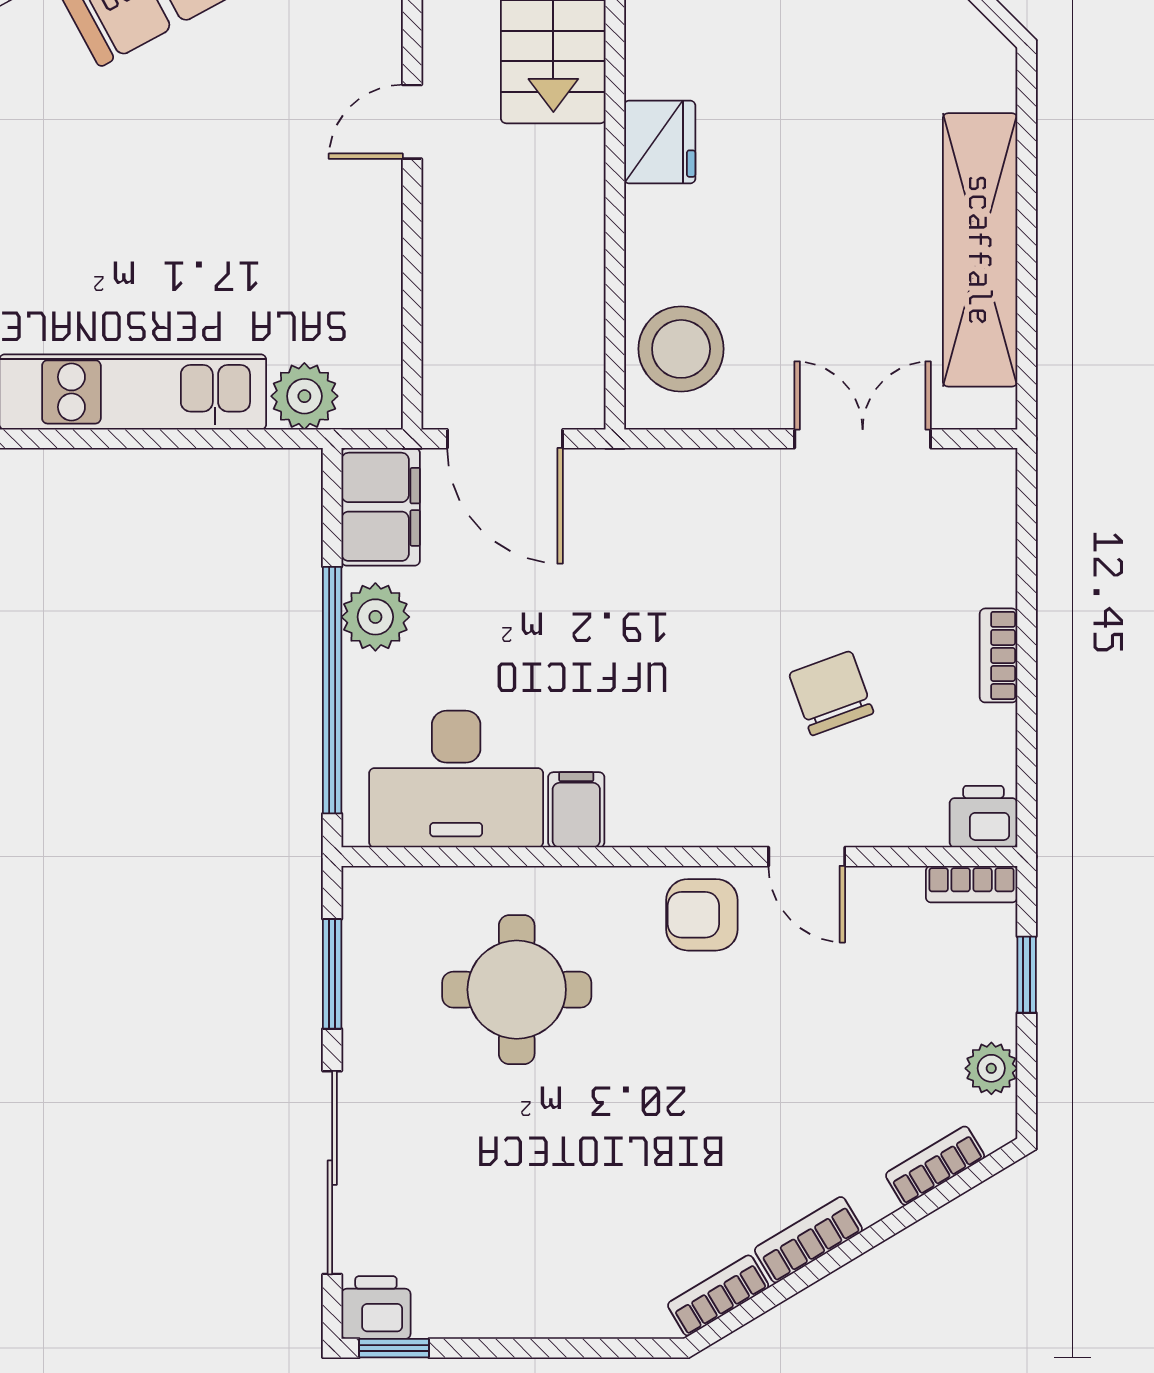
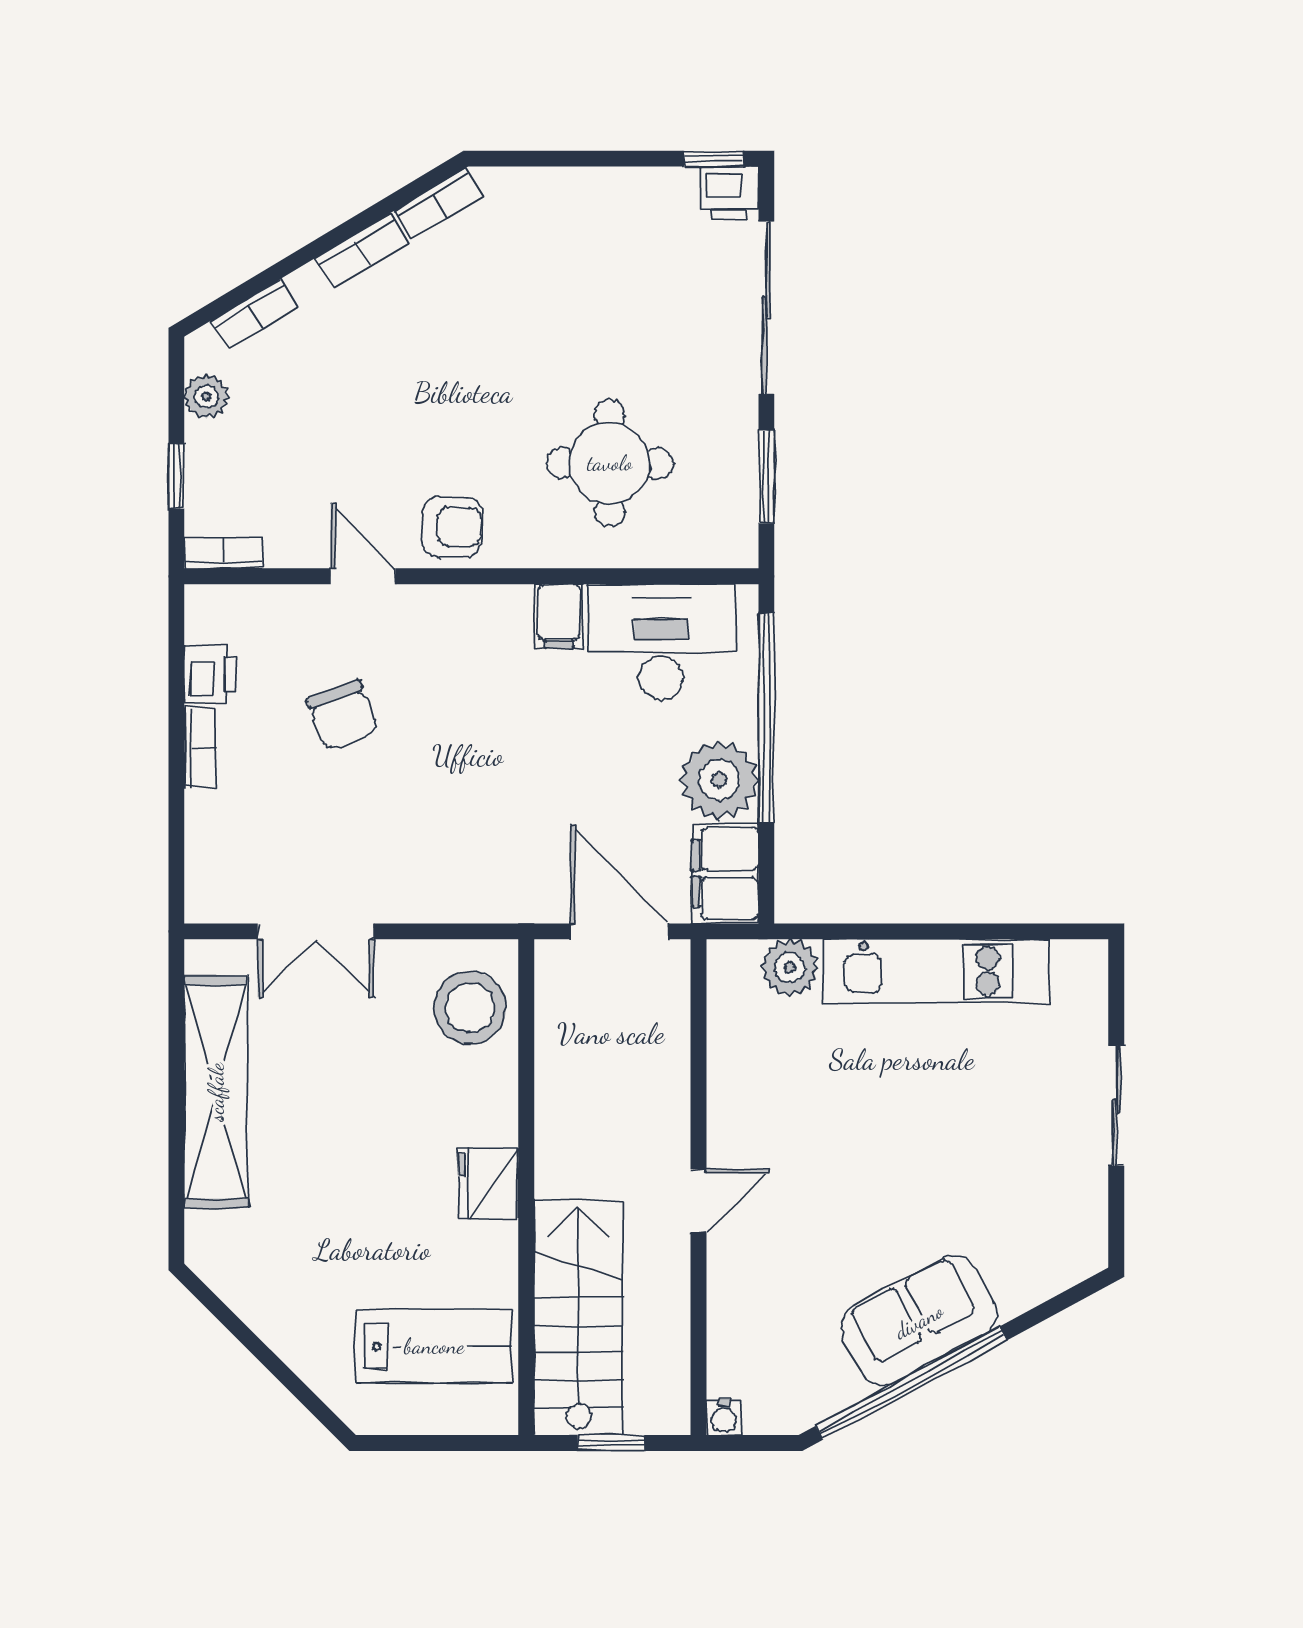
plant: (375, 617) -> (719, 780), width x1.36, depth x1.36
printer: (983, 817) -> (210, 674), moved, turned -90

